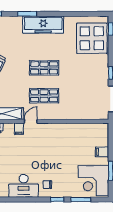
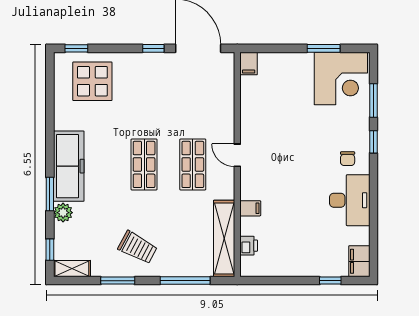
plant: (17, 21) -> (63, 213), added
display table: (92, 38) -> (92, 81), width x0.73, depth x0.73
door: (31, 121) -> (237, 155), moved
filing cabinet: (102, 152) -> (249, 64), moved

